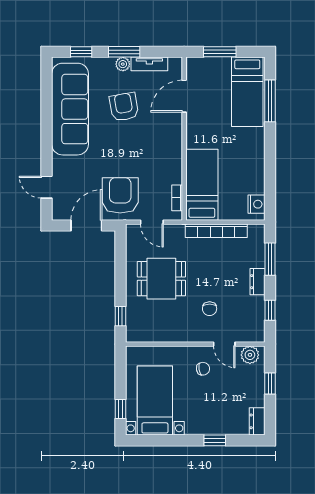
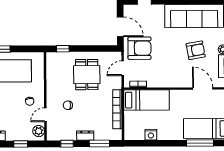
nightstand: (256, 204) -> (151, 135), moved

